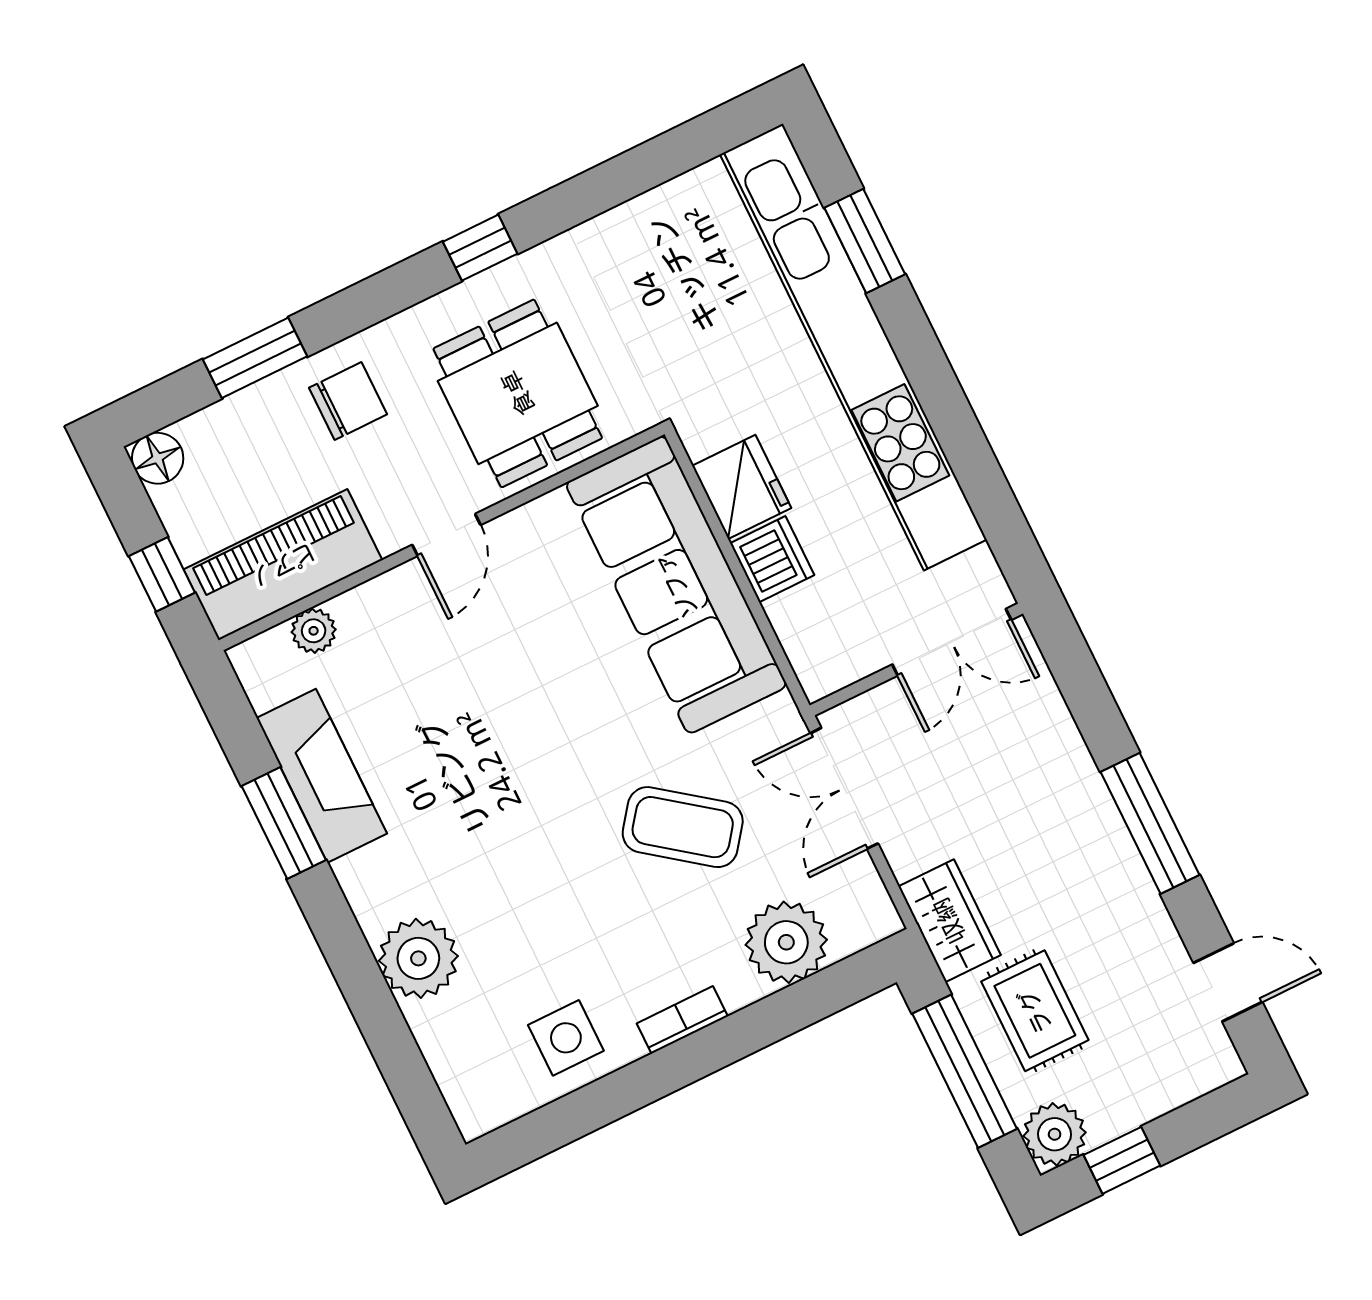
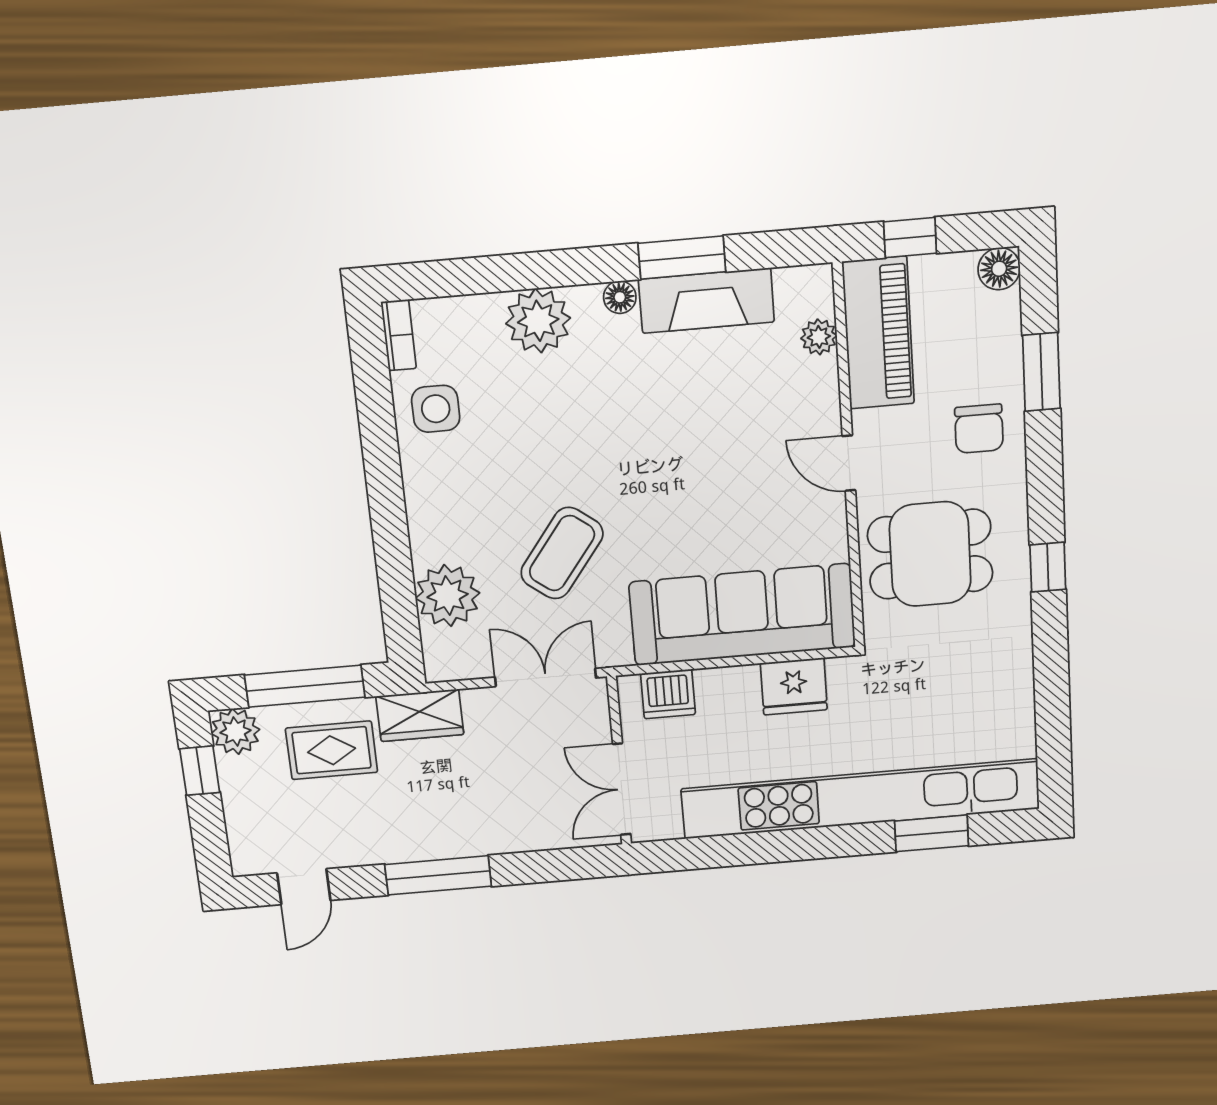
dishwasher: (772, 559) -> (668, 694), moved
floor lamp: (356, 876) -> (620, 297), added
bookcase: (682, 1020) -> (399, 335), moved

